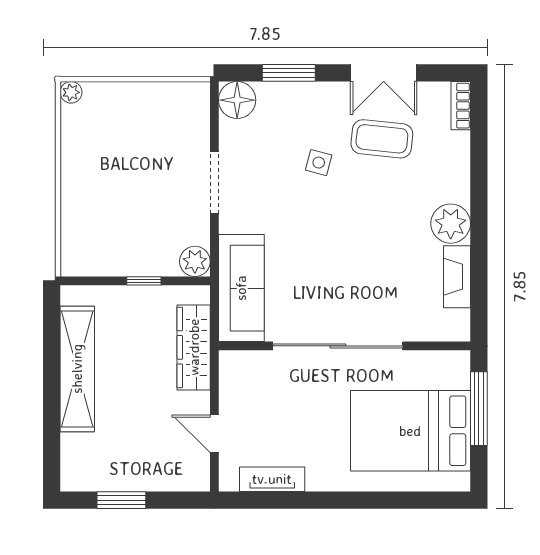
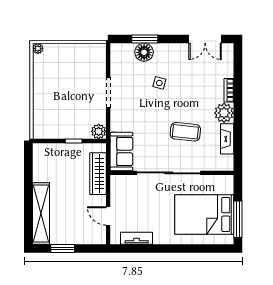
double door: (384, 73) -> (205, 39), moved
floor lamp: (237, 100) -> (144, 52), moved
bookcase: (461, 106) -> (229, 90), moved
coffee table: (382, 139) -> (185, 132), moved
sofa: (241, 288) -> (121, 152), width x0.73
shelving: (77, 369) -> (41, 214), moved
window: (479, 409) -> (238, 219), moved

